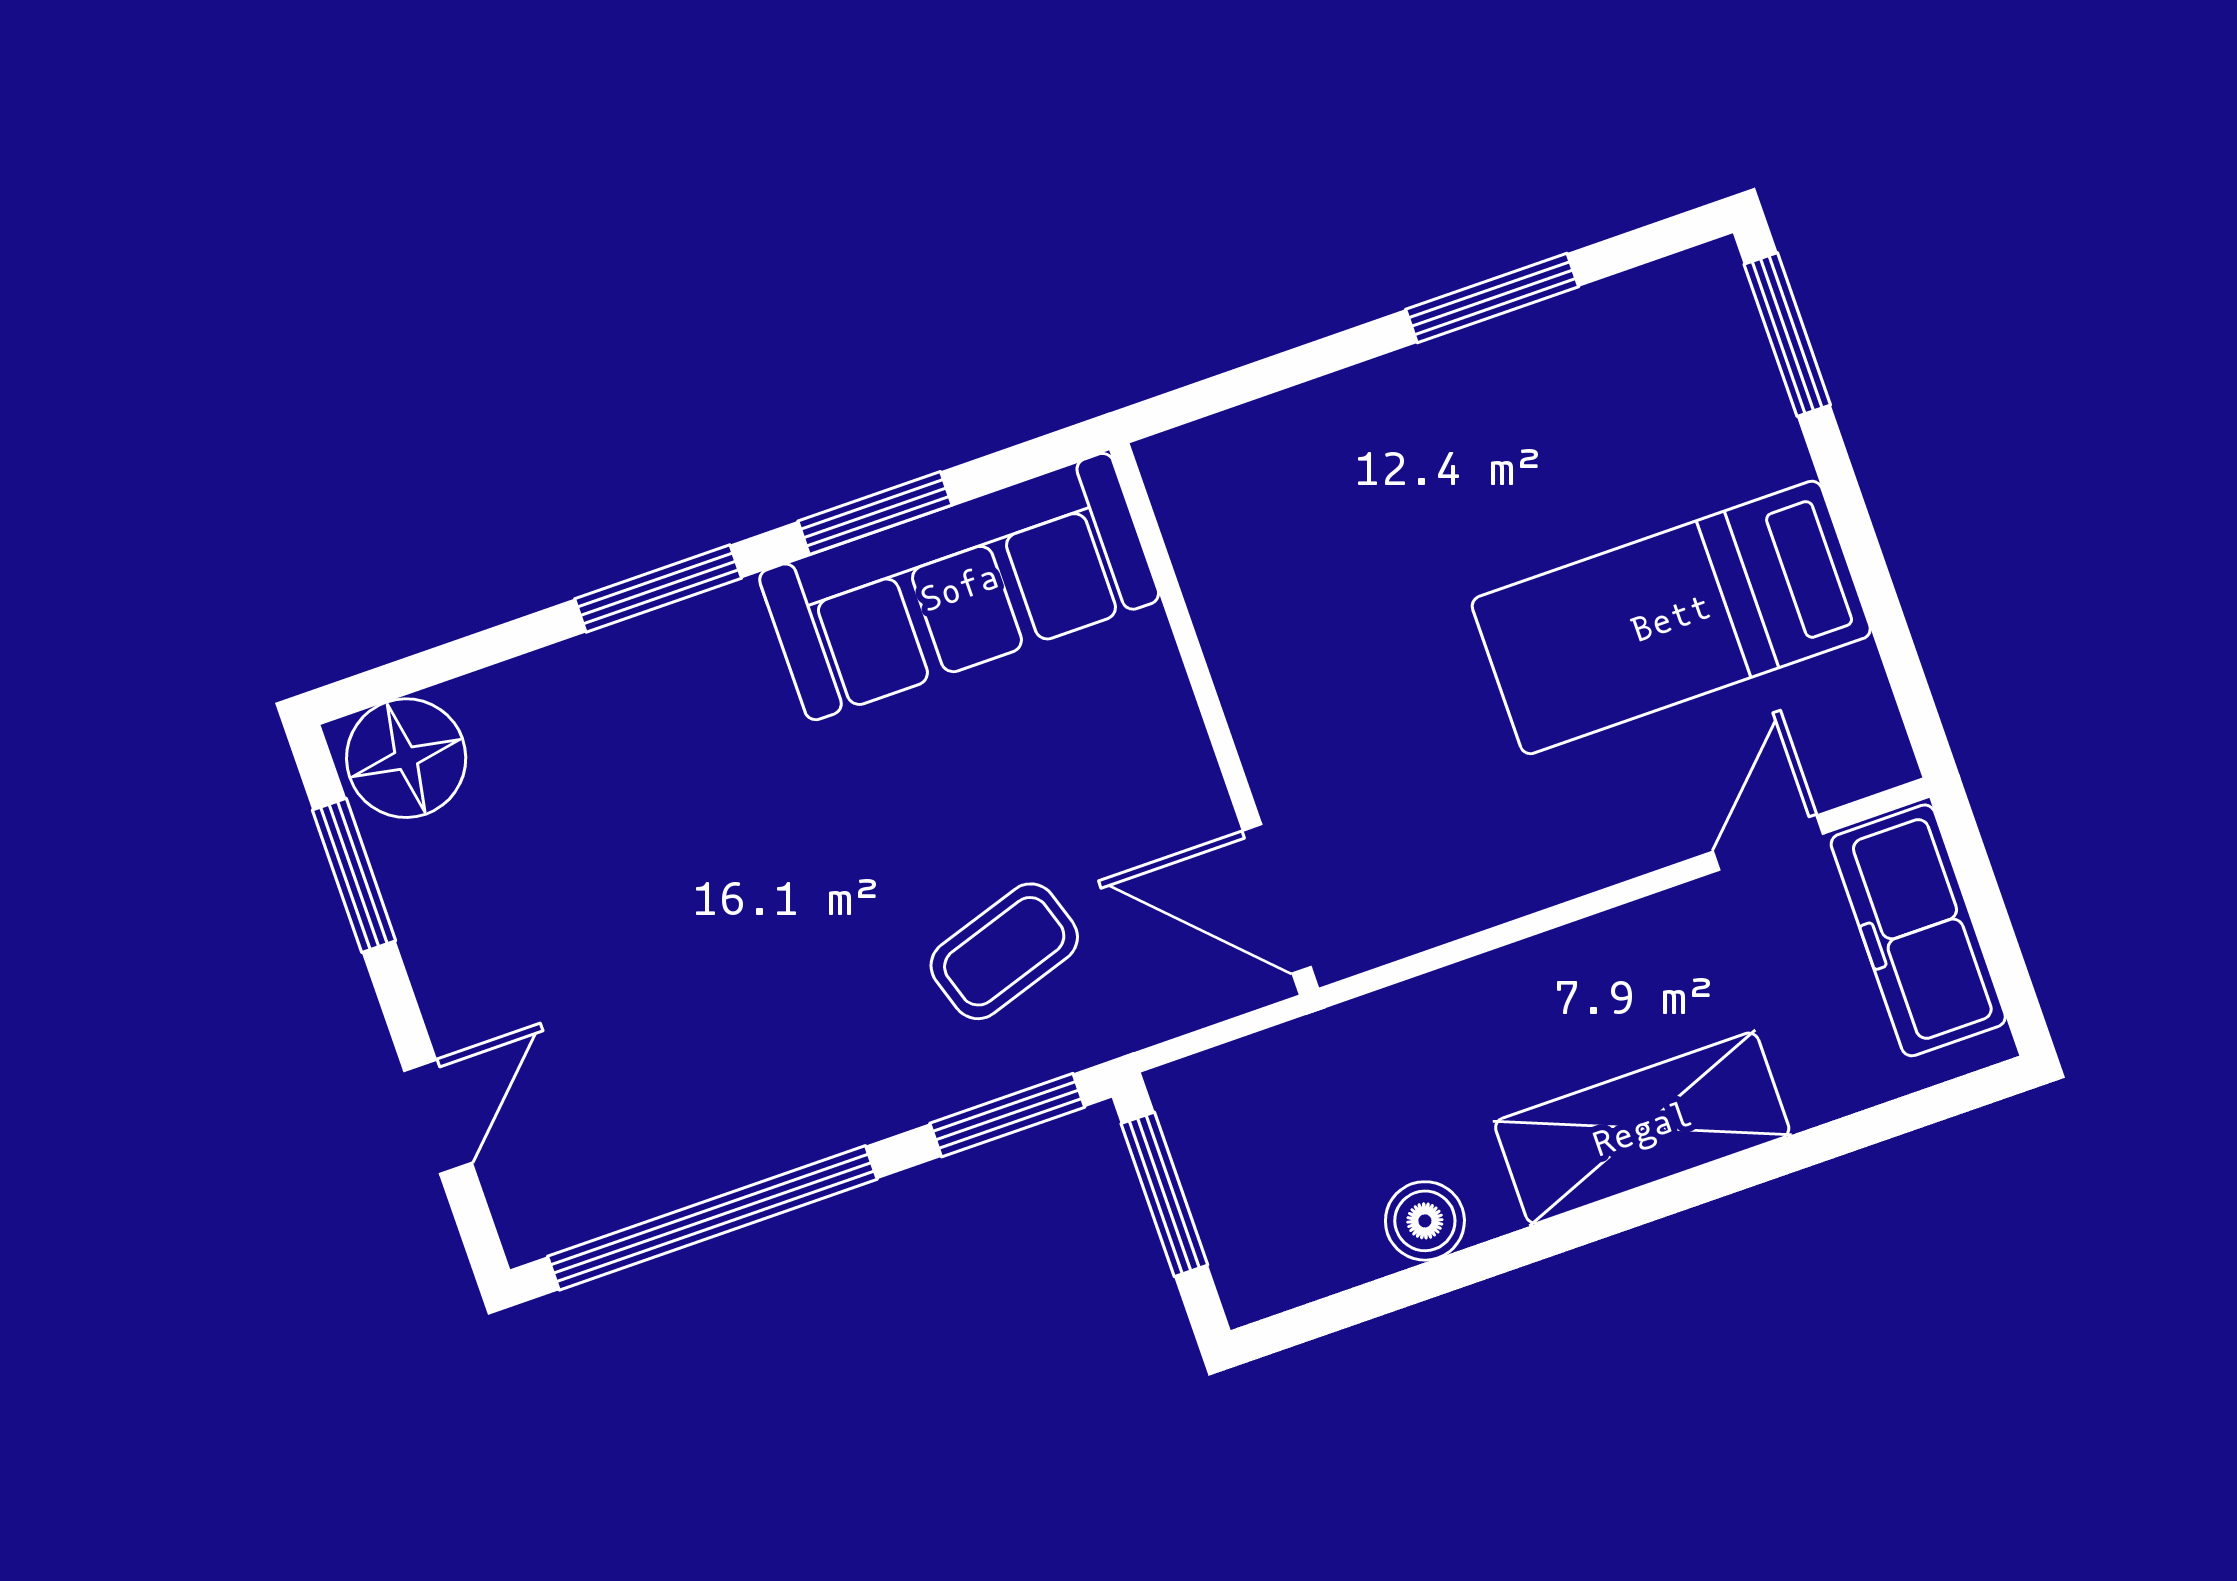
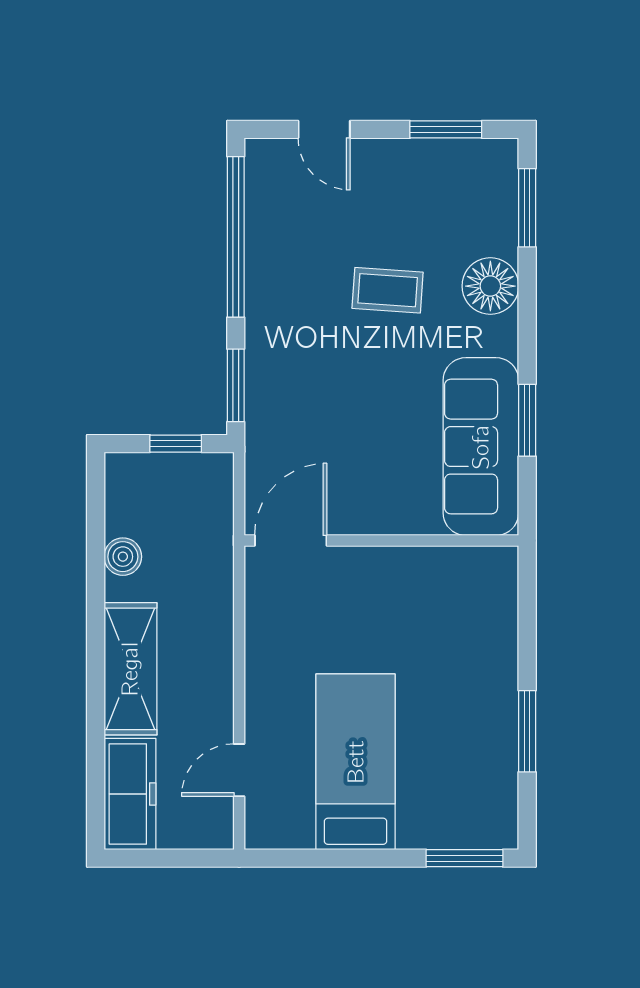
window: (658, 588) -> (527, 208), moved
floor lamp: (406, 758) -> (490, 286), moved
door: (1768, 843) -> (239, 770), swing flipped
freezer: (1918, 930) -> (130, 794), moved, turned 90
coffee table: (1004, 951) -> (388, 290), moved, turned -68
window: (1164, 1194) -> (176, 444), width x0.67

